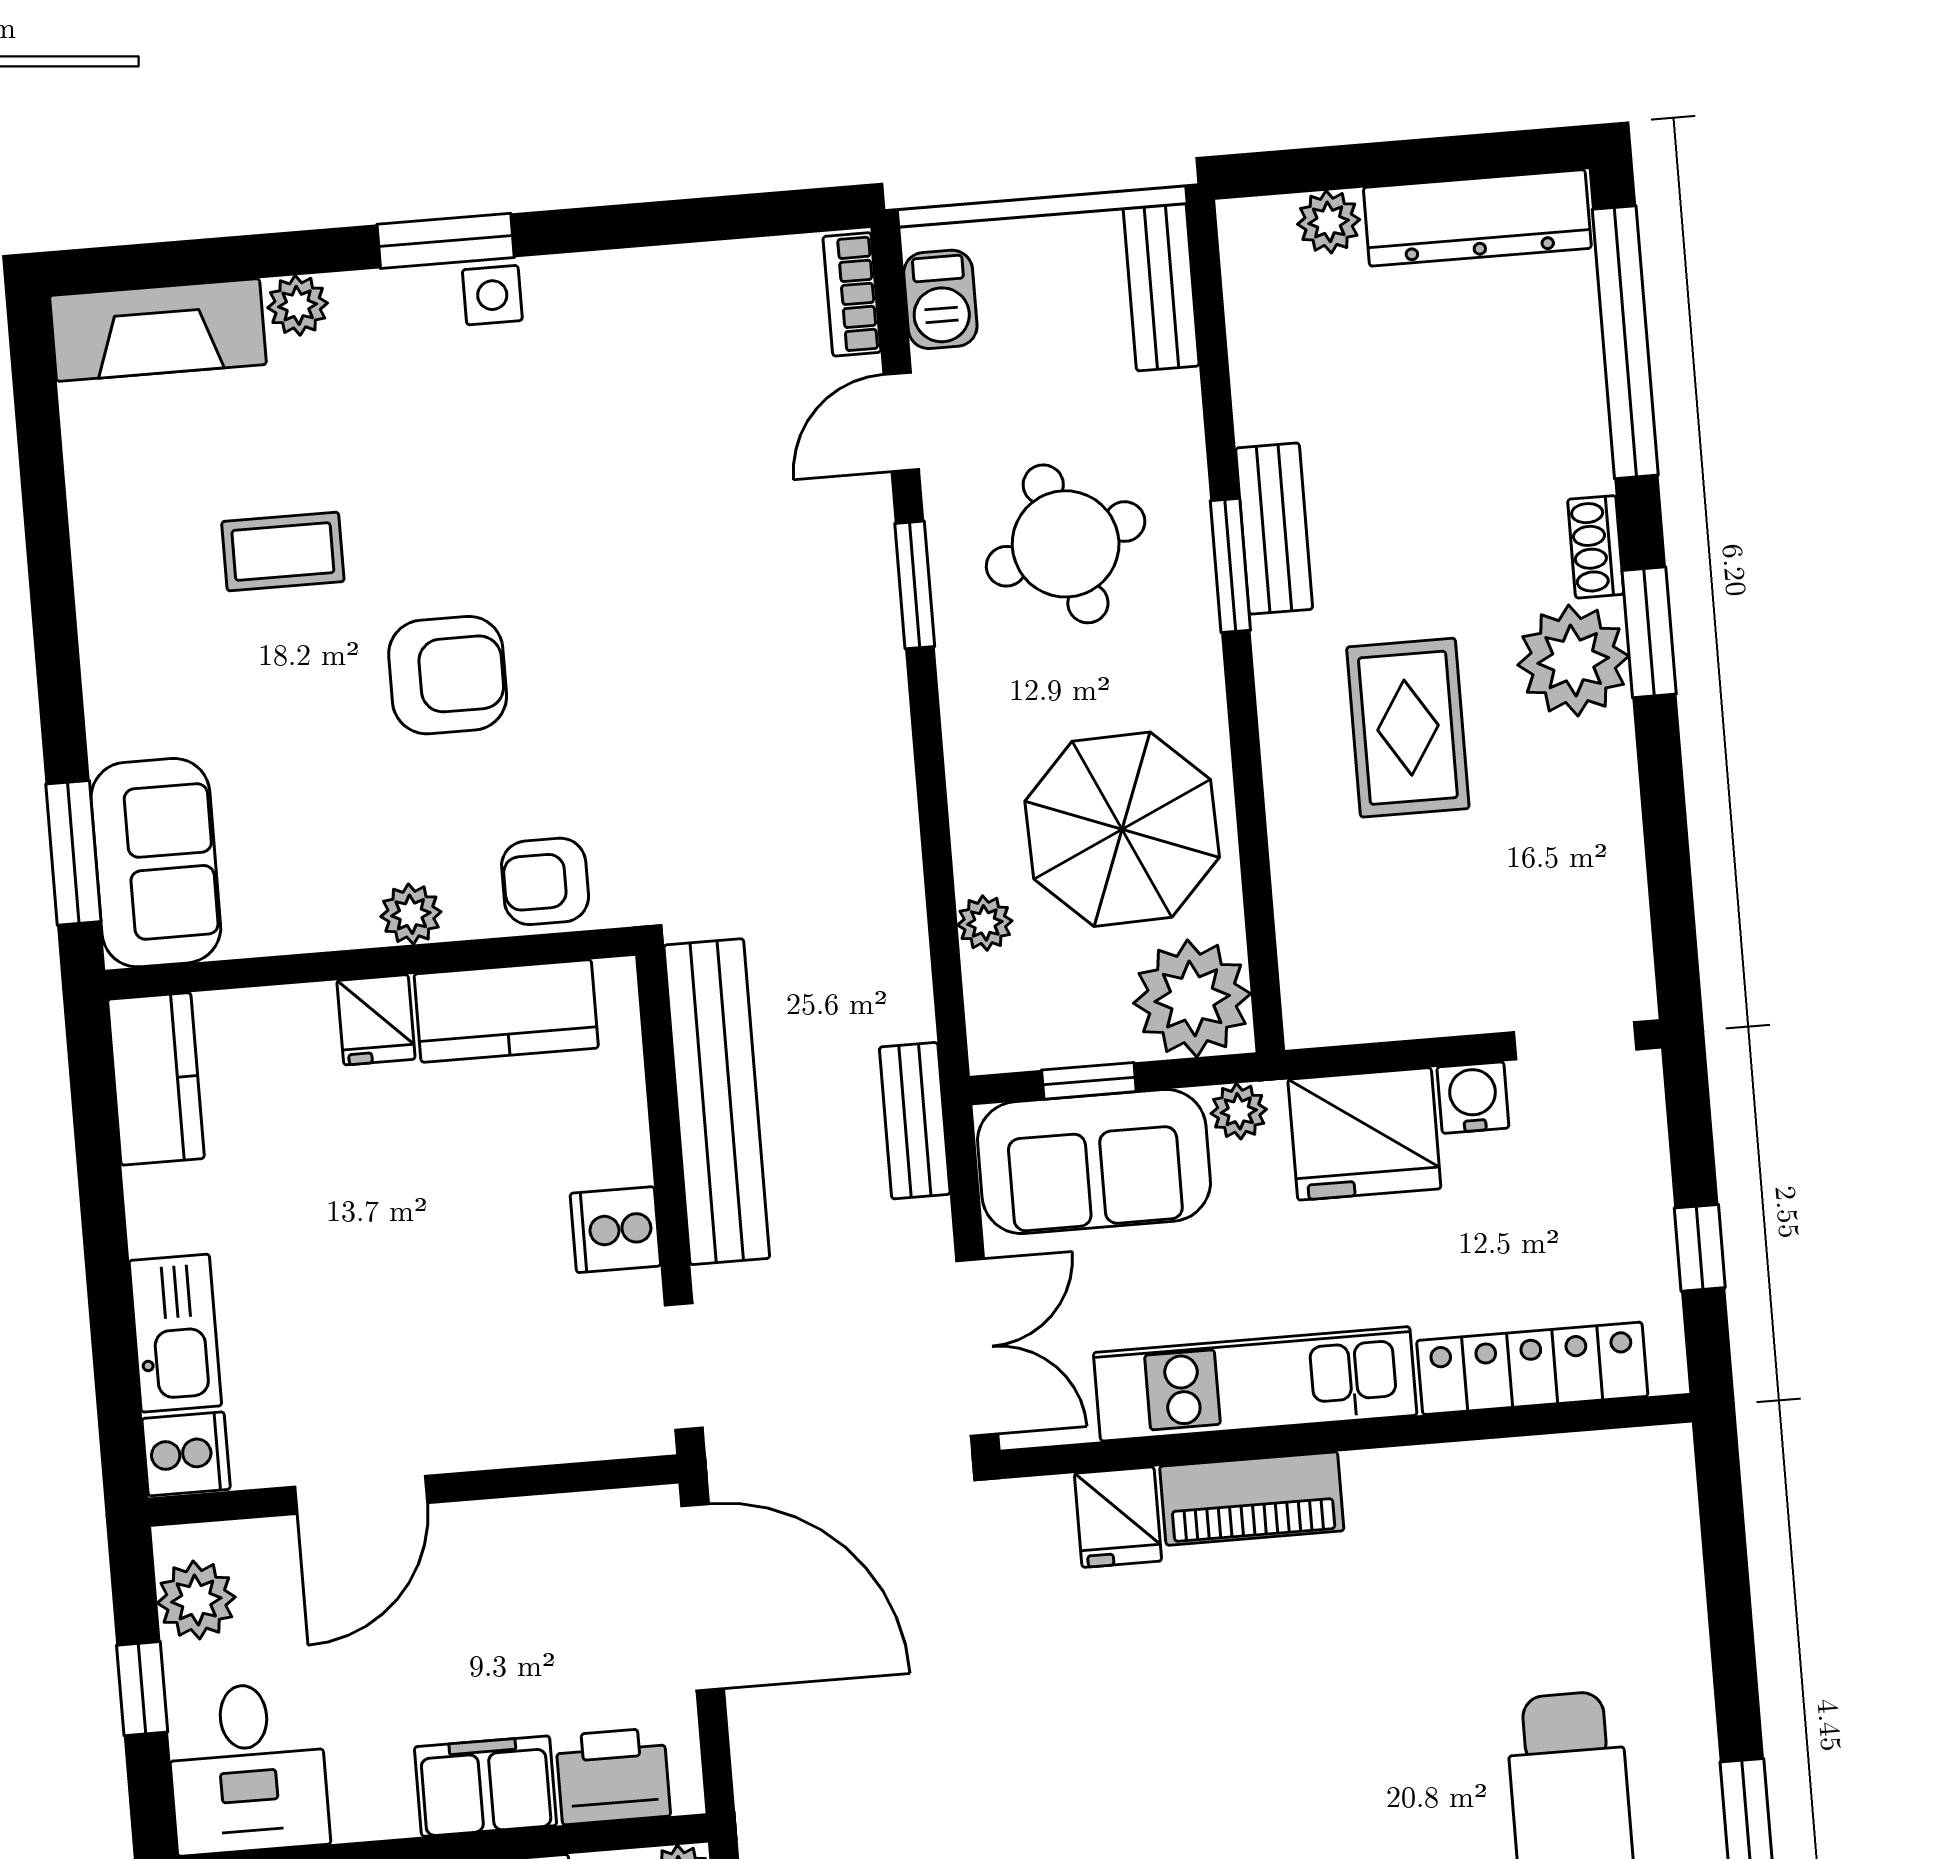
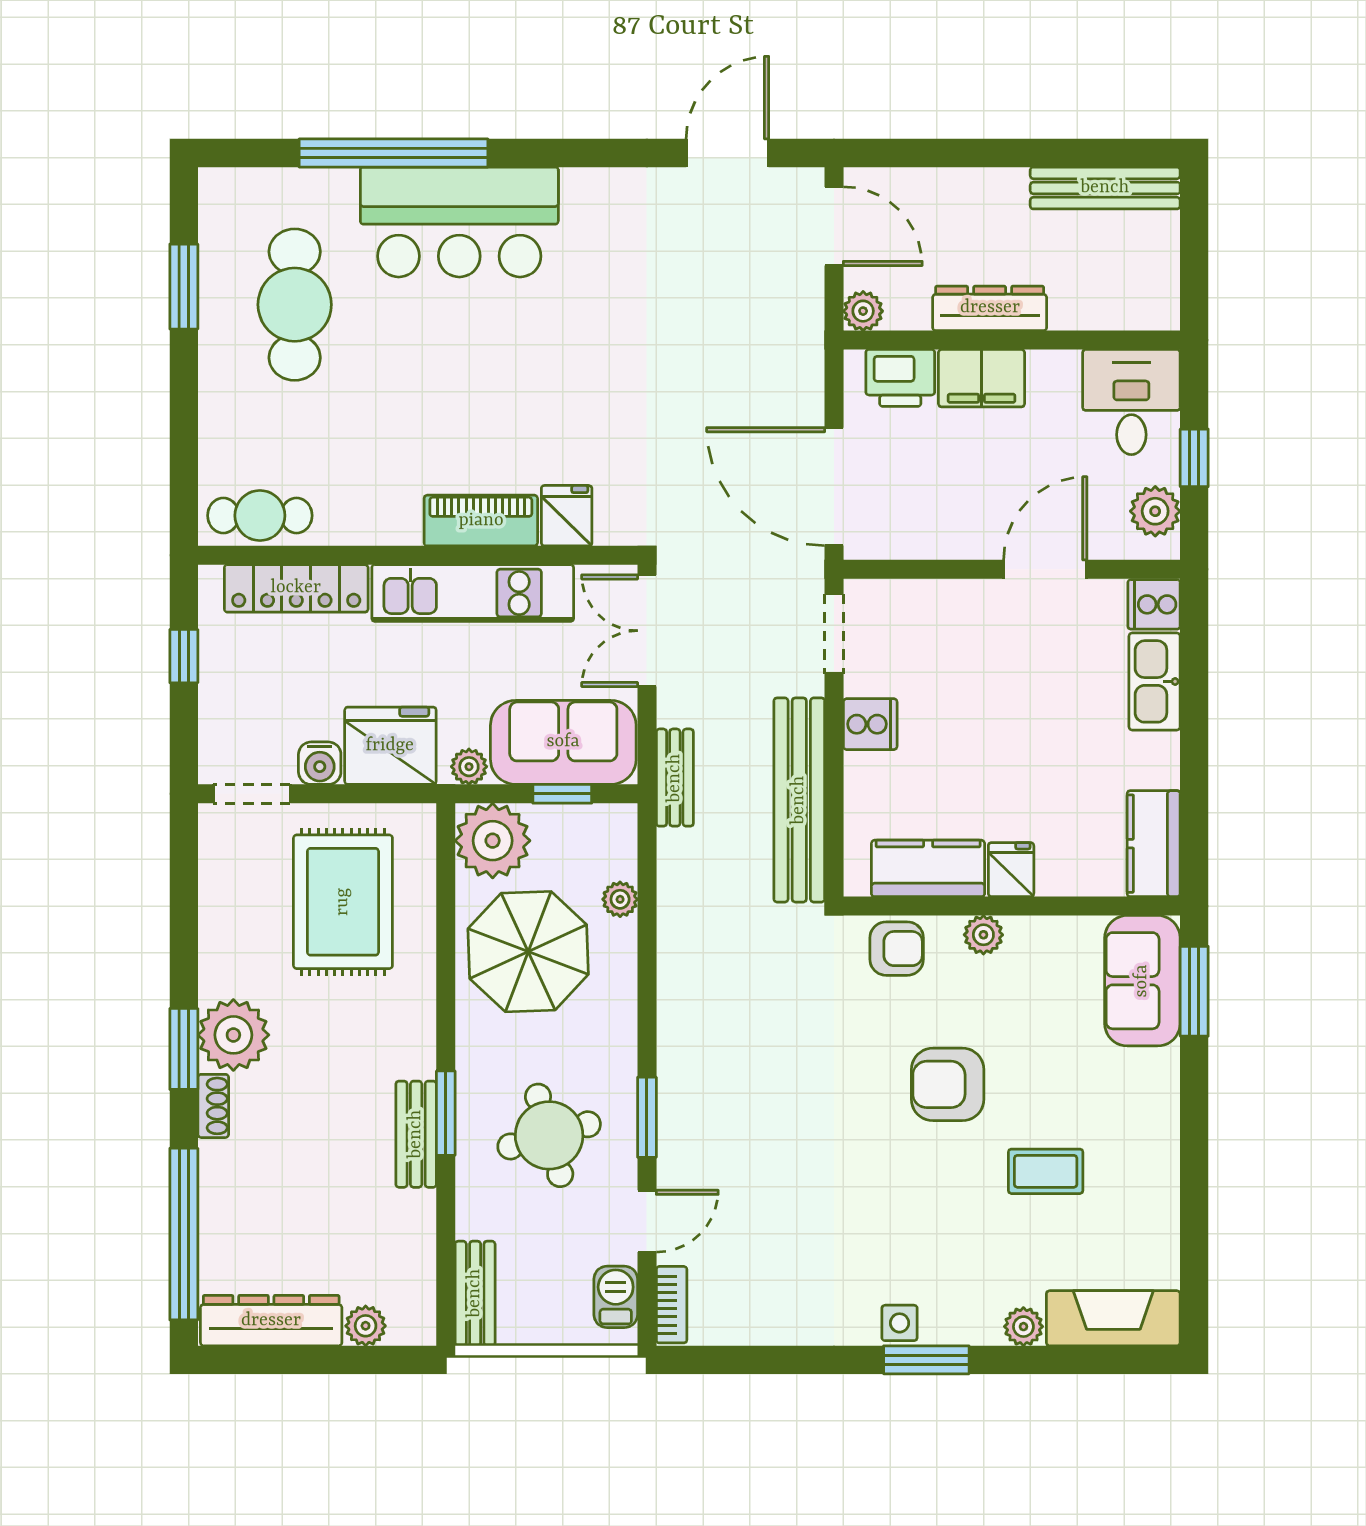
rug: (1408, 728) -> (343, 902), moved, width x1.36, depth x1.43
cafe table: (1599, 1478) -> (260, 516), added

